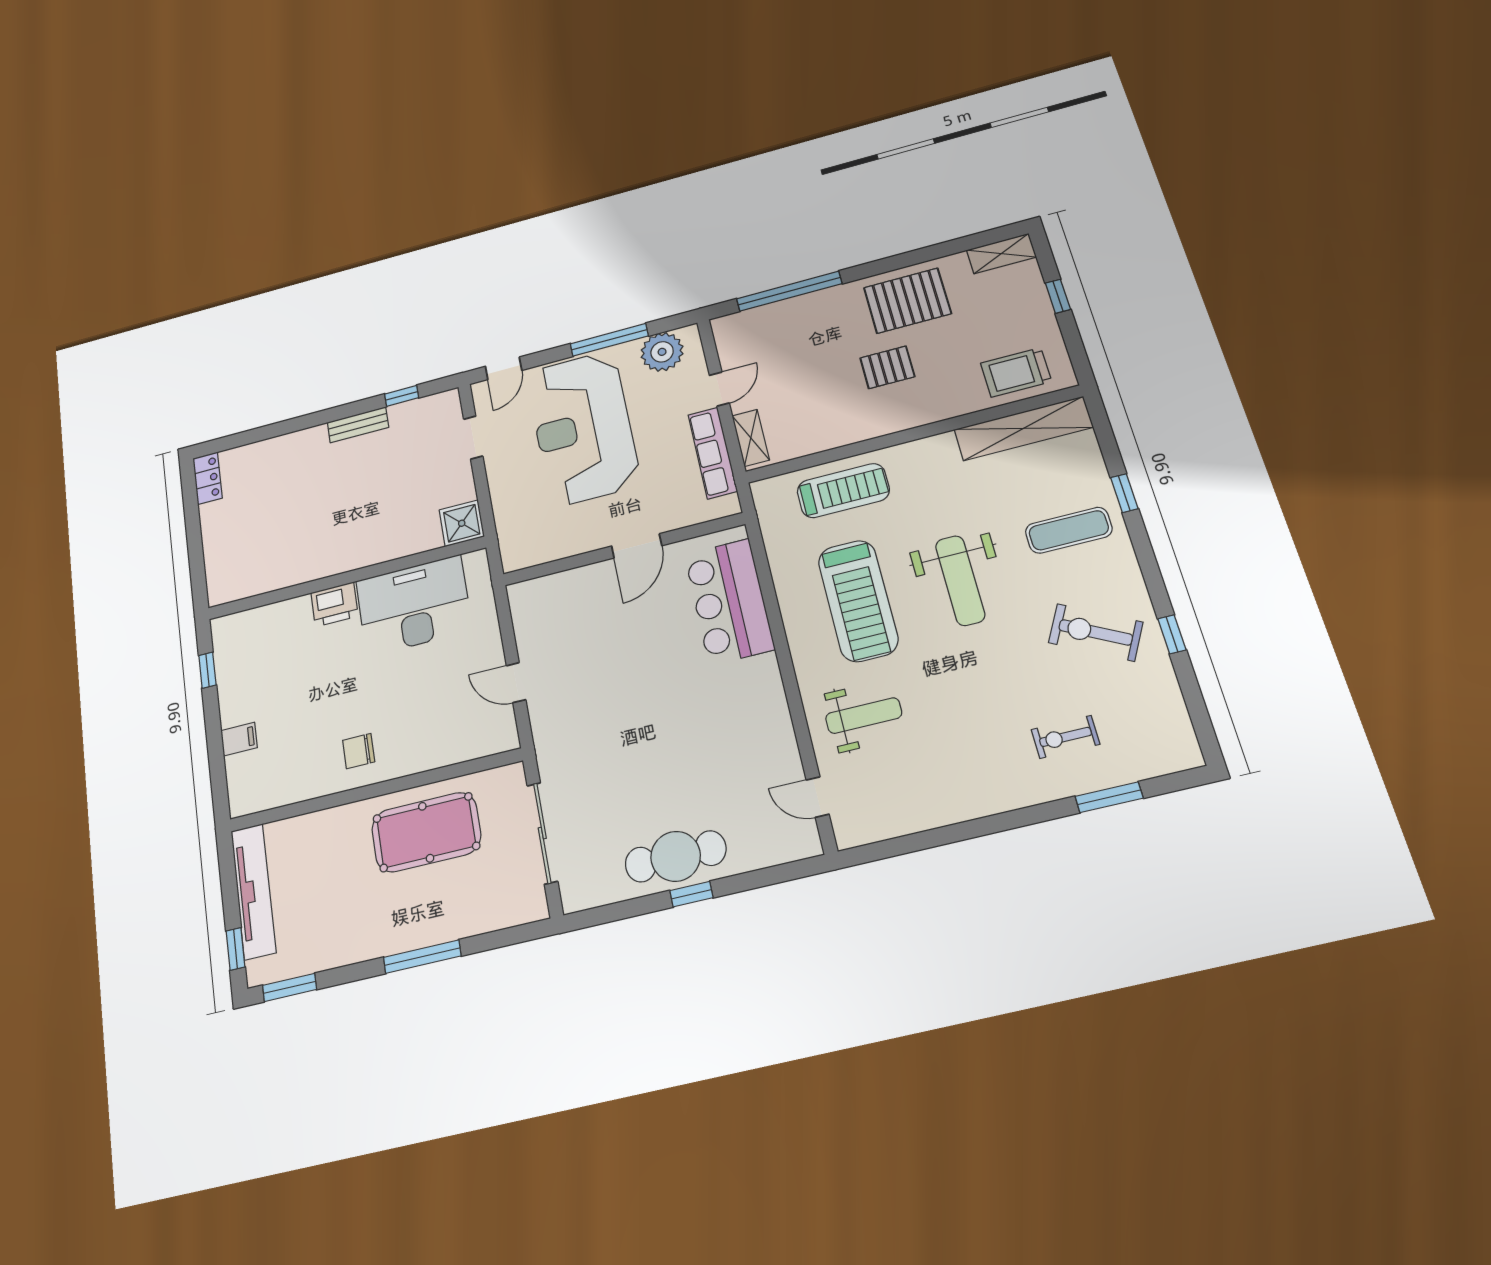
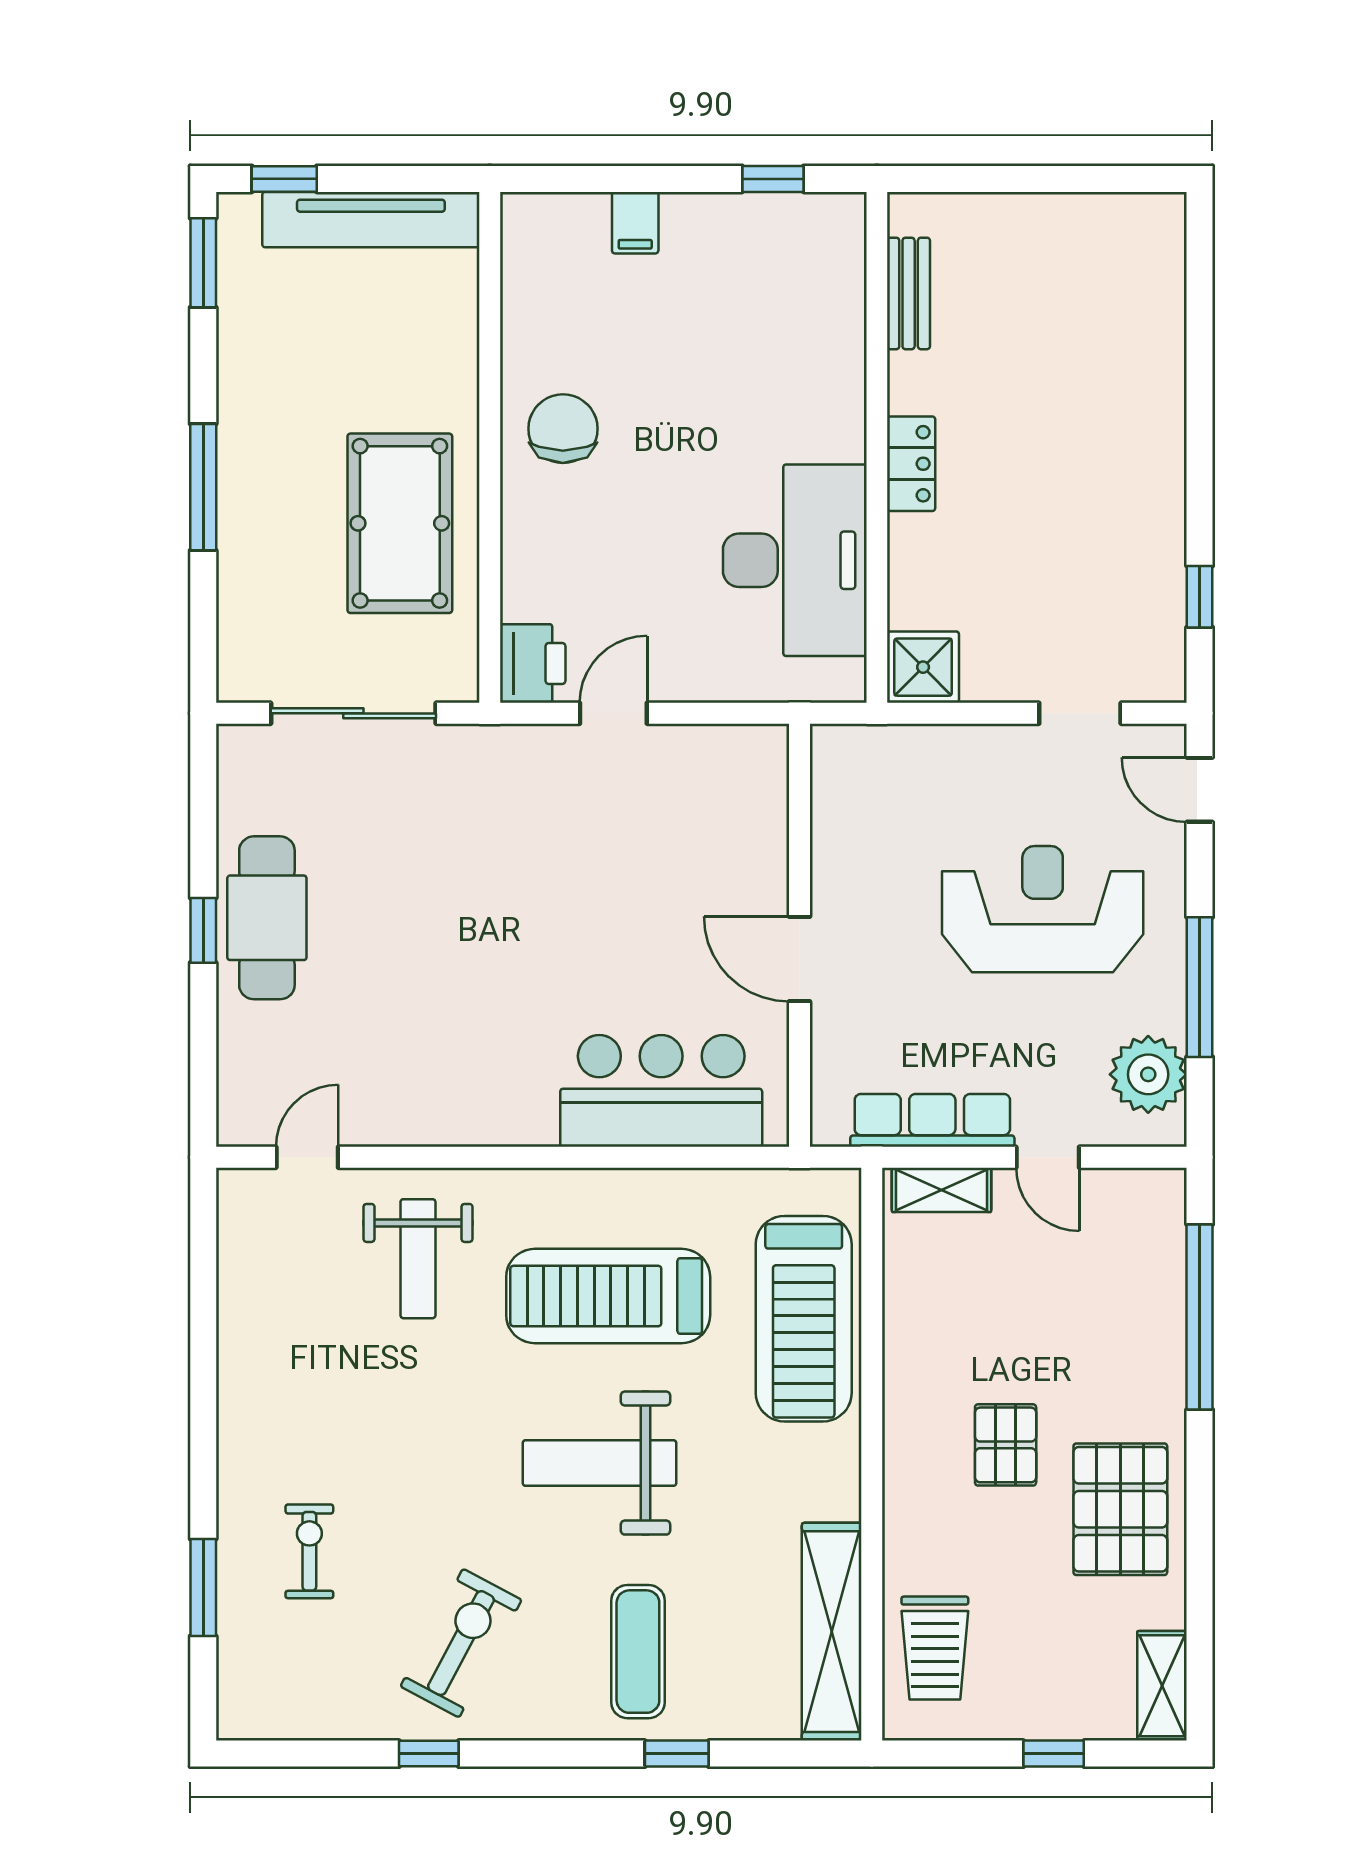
trolley: (1016, 372) -> (935, 1648), turned 180
bench: (358, 425) -> (909, 293), moved
reception desk: (583, 428) -> (1043, 909), width x0.74, depth x0.77
locker: (208, 478) -> (911, 464), moved, turned -90
treadmill: (843, 491) -> (804, 1319), width x1.37, depth x1.38
printer: (334, 604) -> (533, 663), moved, turned 180
chair: (359, 751) -> (563, 429), width x1.37, depth x1.37

